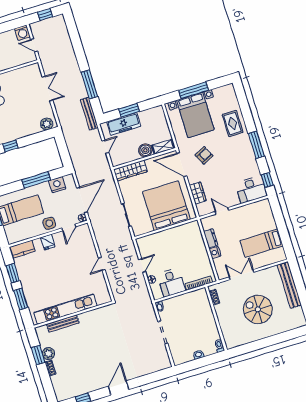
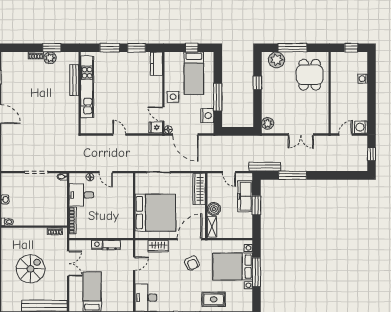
fridge: (48, 242) -> (156, 127), moved

